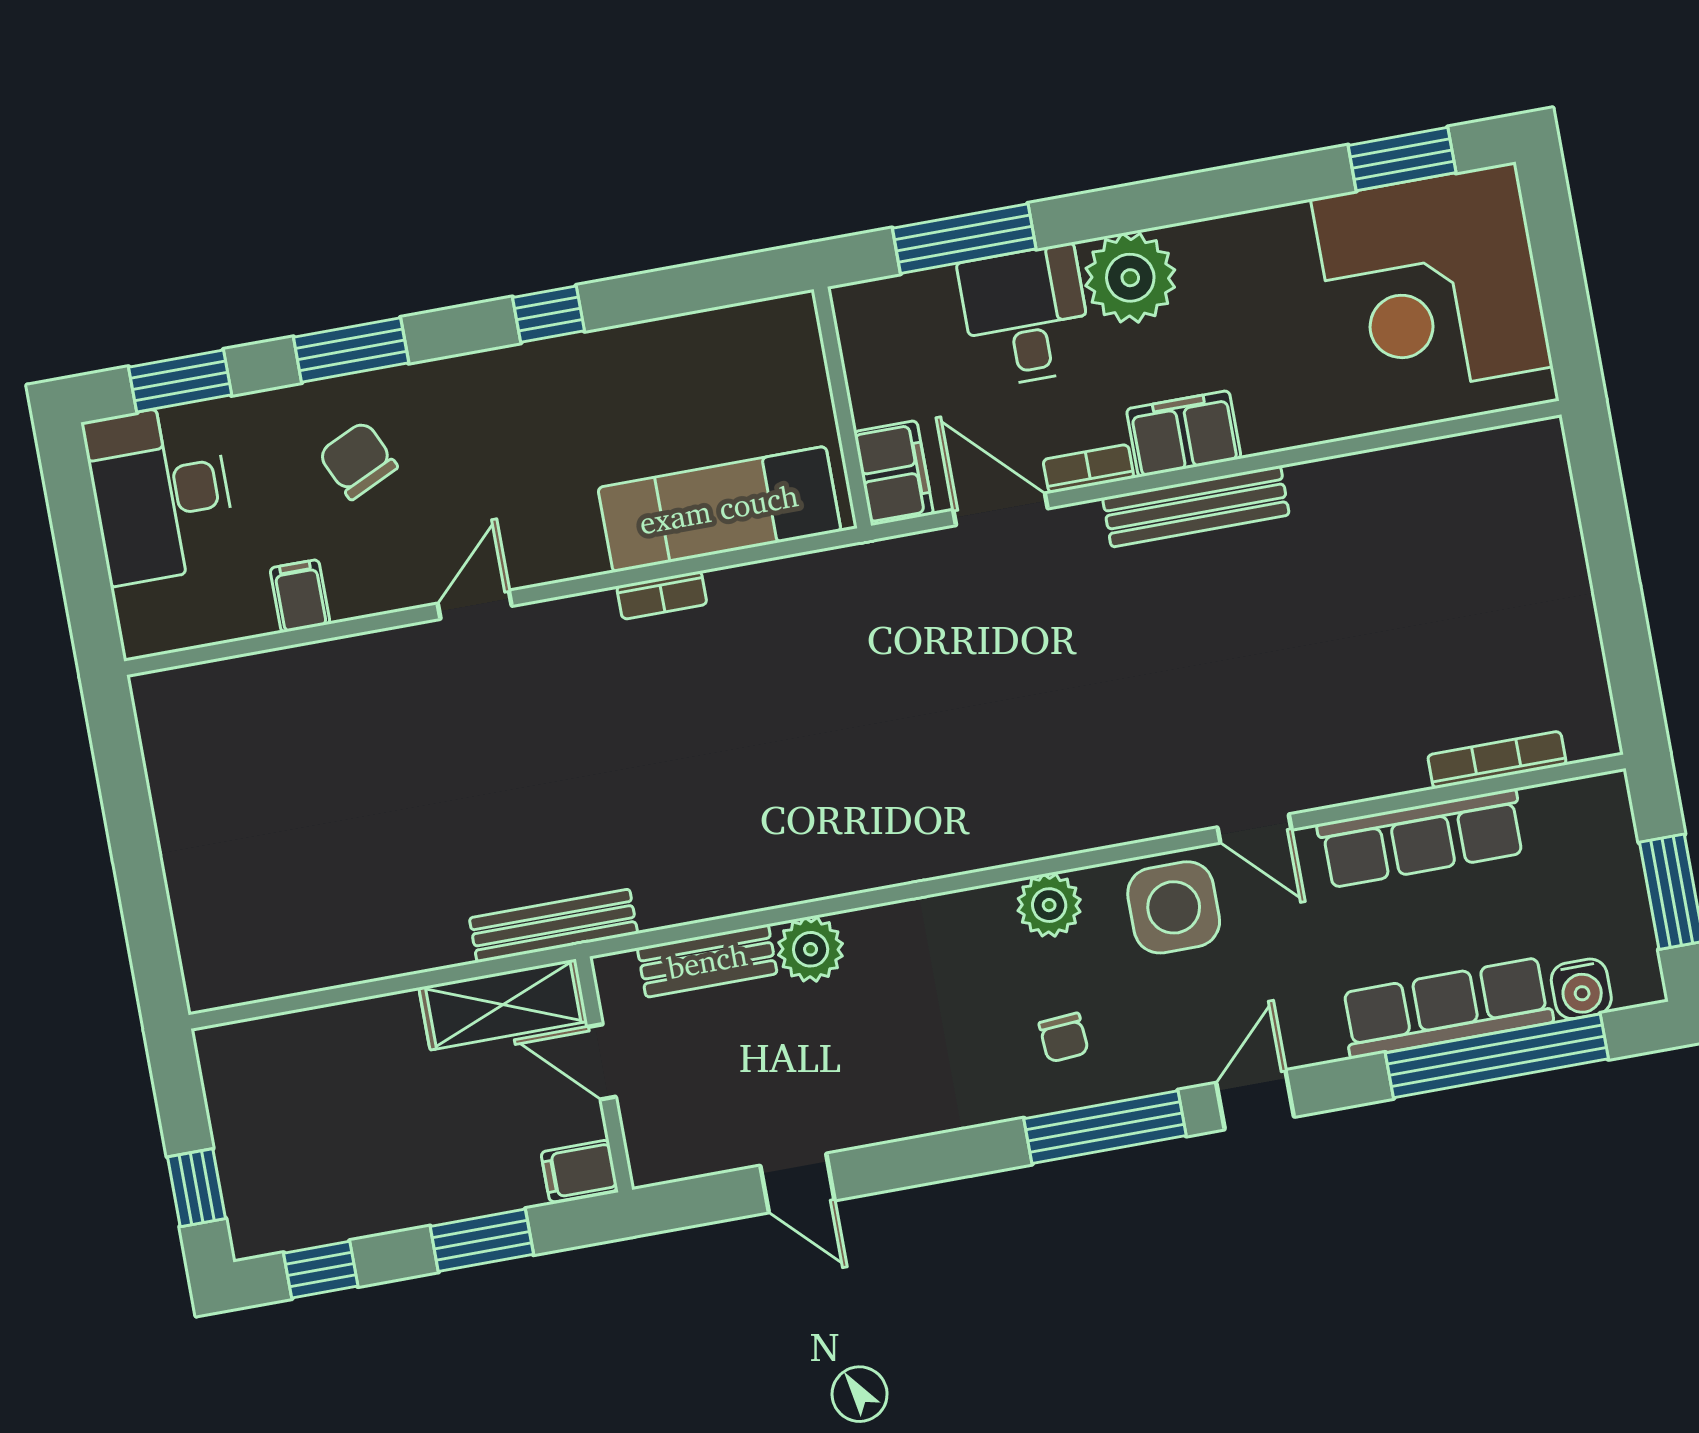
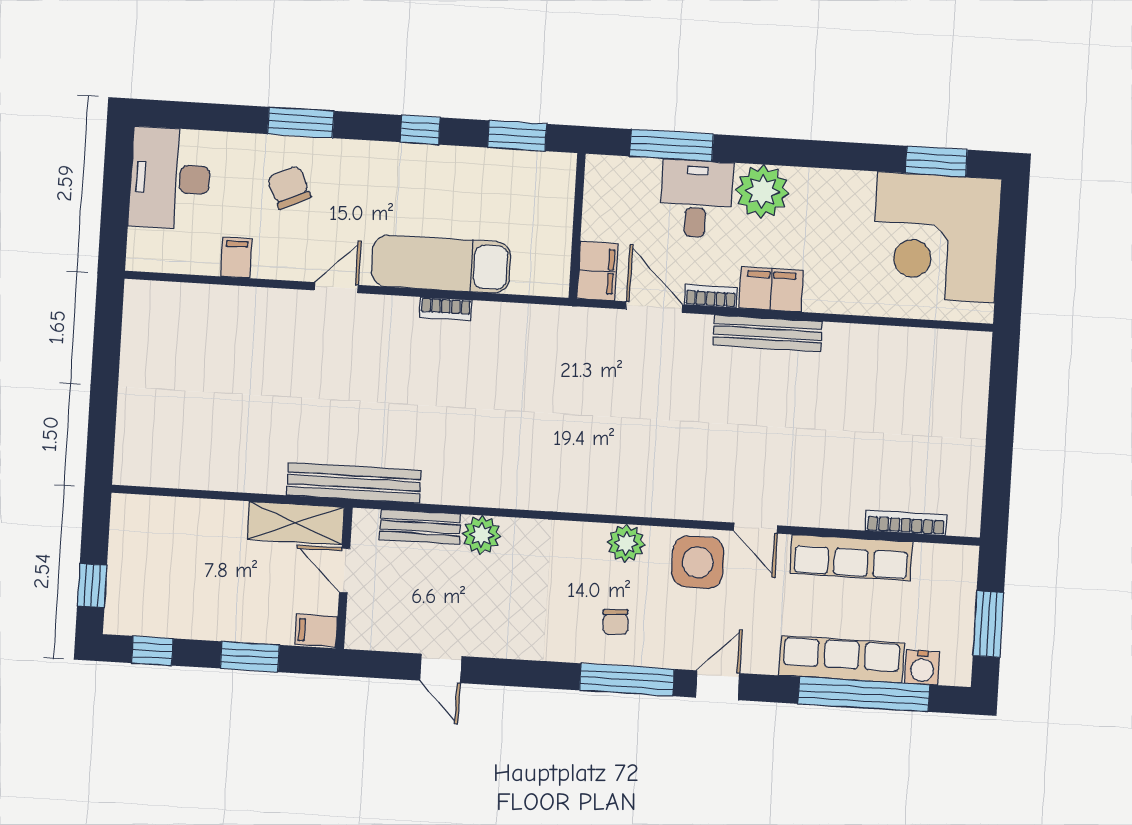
window: (180, 381) -> (517, 136), moved
exam couch: (719, 509) -> (441, 264), moved
bench: (553, 926) -> (354, 483), width x1.37, depth x1.21

